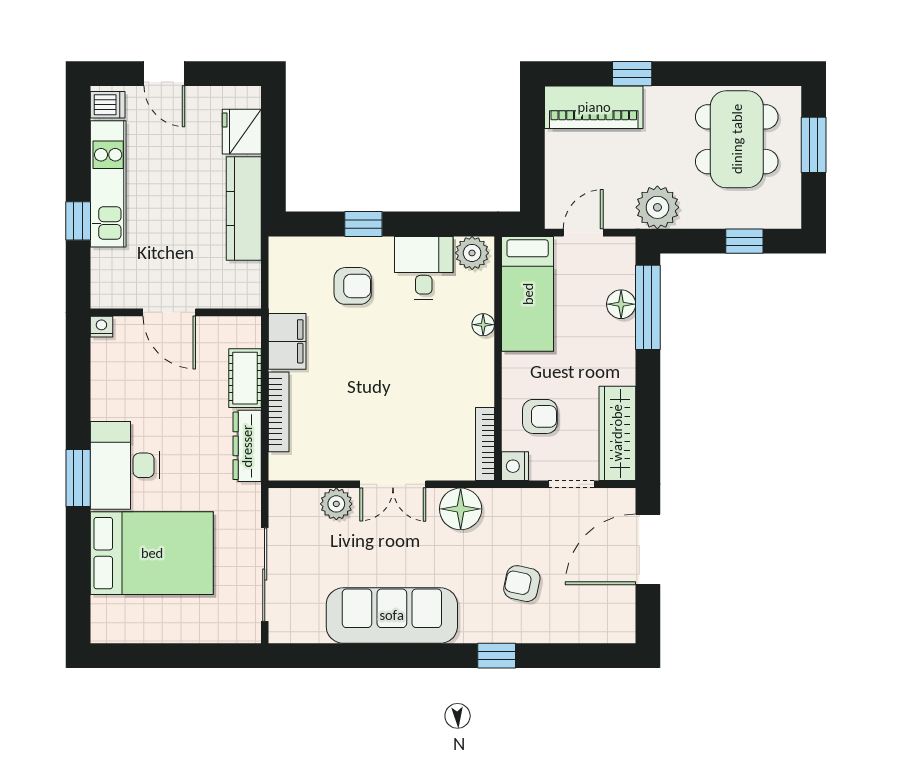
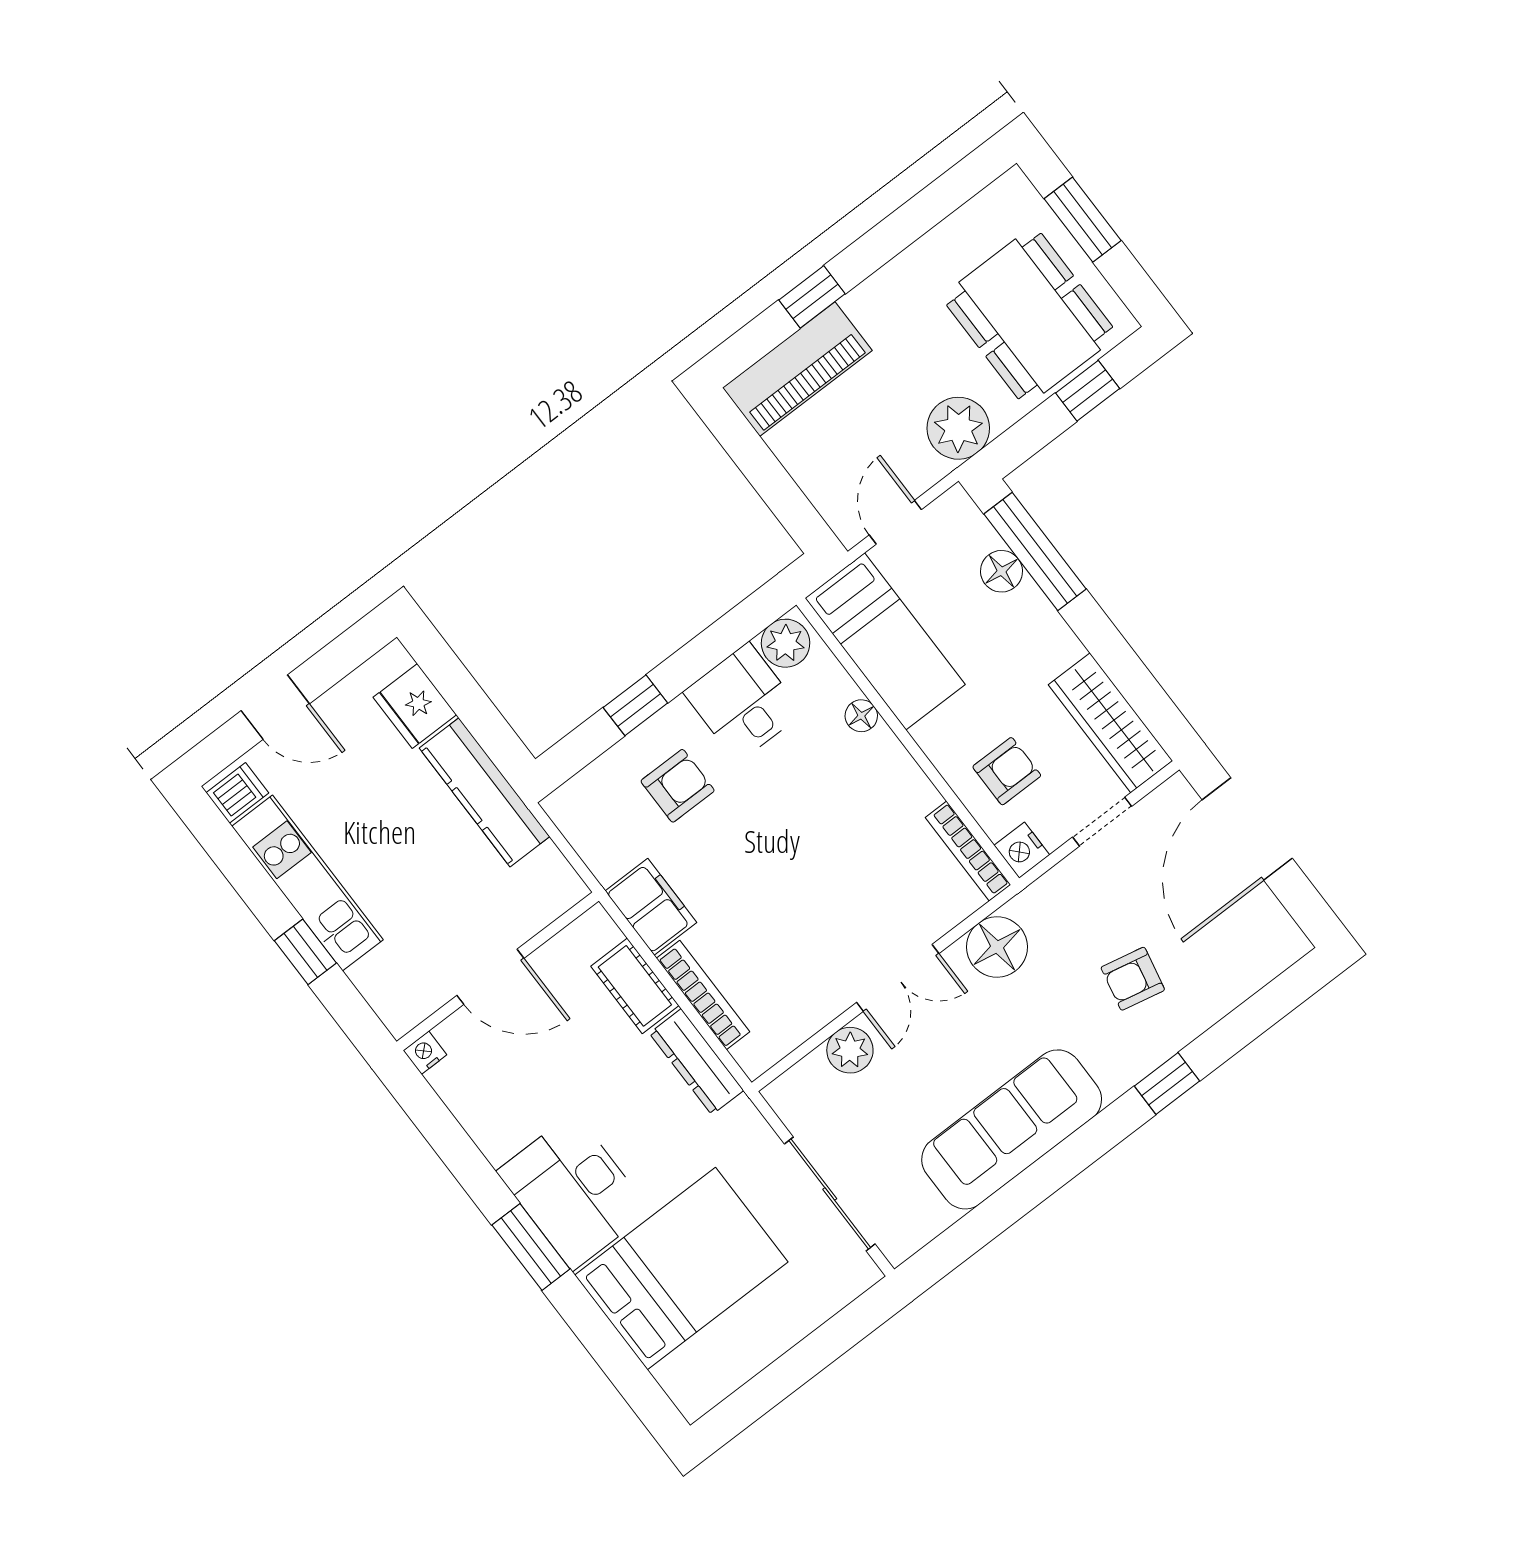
dining table: (737, 139) -> (1030, 316), moved

